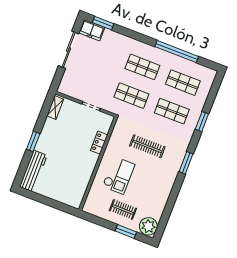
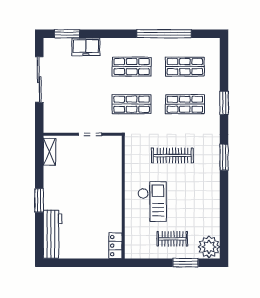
freezer: (92, 30) -> (86, 47), moved
locker: (99, 143) -> (115, 246), moved

